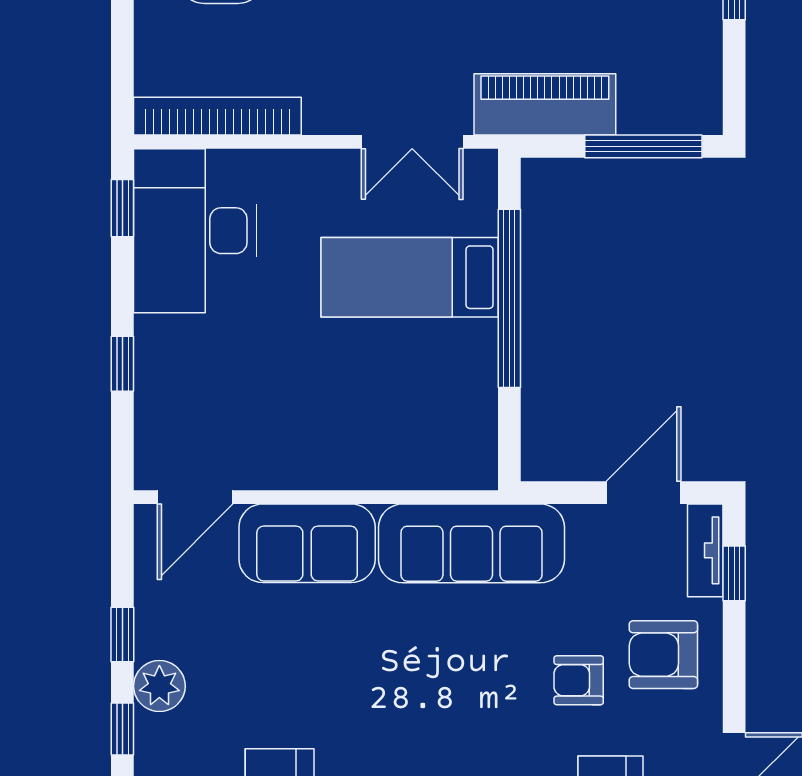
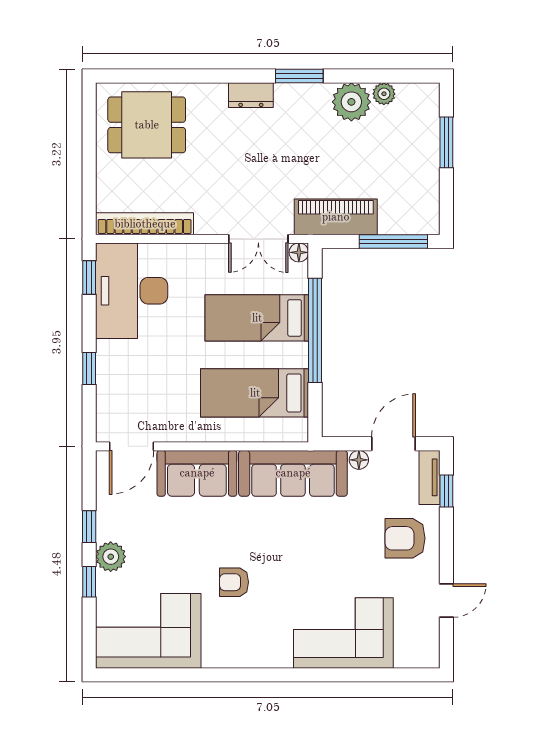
floor lamp: (482, 165) -> (299, 252), added
bed: (406, 406) -> (255, 393), added
floor lamp: (584, 520) -> (359, 460), added
armchair: (579, 680) -> (234, 582), moved

